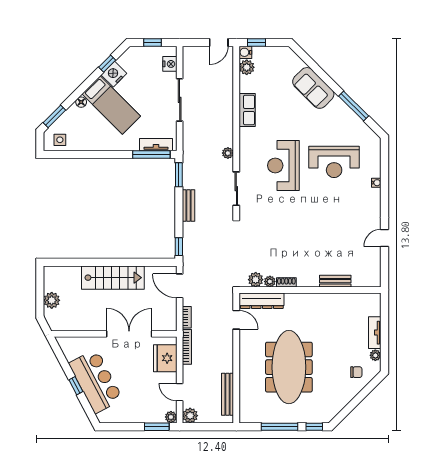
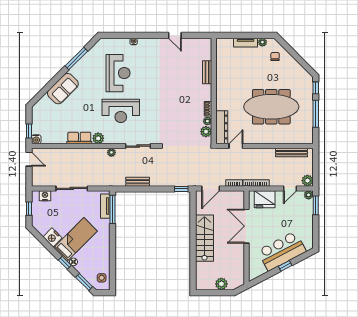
window: (107, 64) -> (65, 263), moved
plant: (247, 67) -> (98, 138), moved
window: (179, 175) -> (128, 189), removed
bench: (188, 206) -> (138, 182), moved

